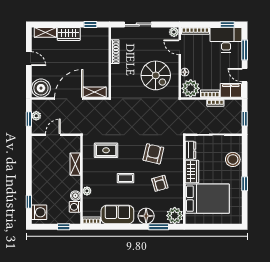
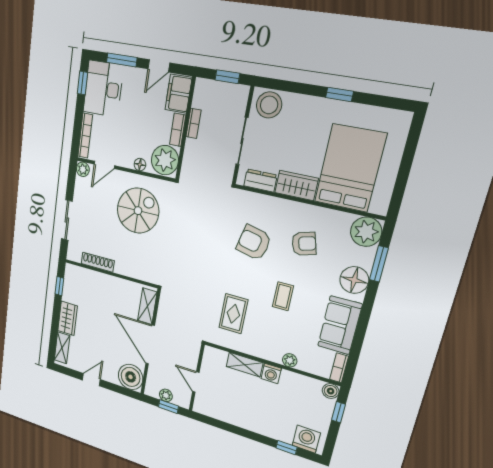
stool: (233, 159) -> (269, 105), moved
boiler: (75, 196) -> (331, 391), moved
washing machine: (75, 207) -> (271, 373), moved

